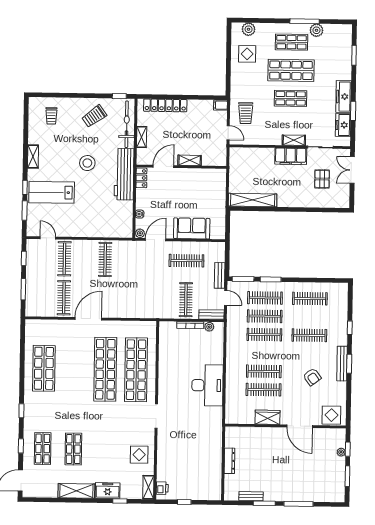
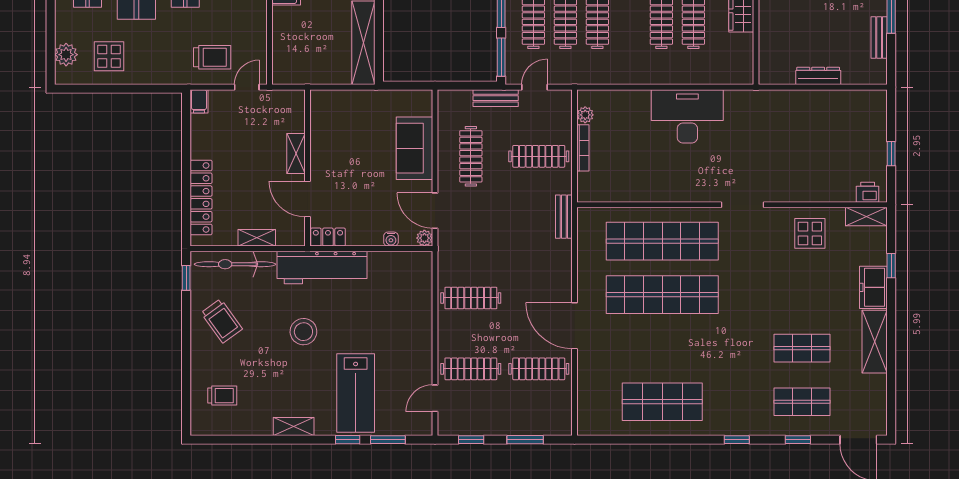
bench: (211, 314) -> (564, 217), moved

